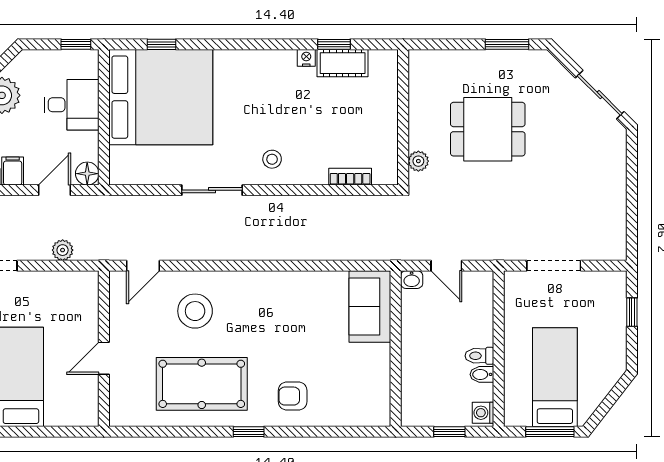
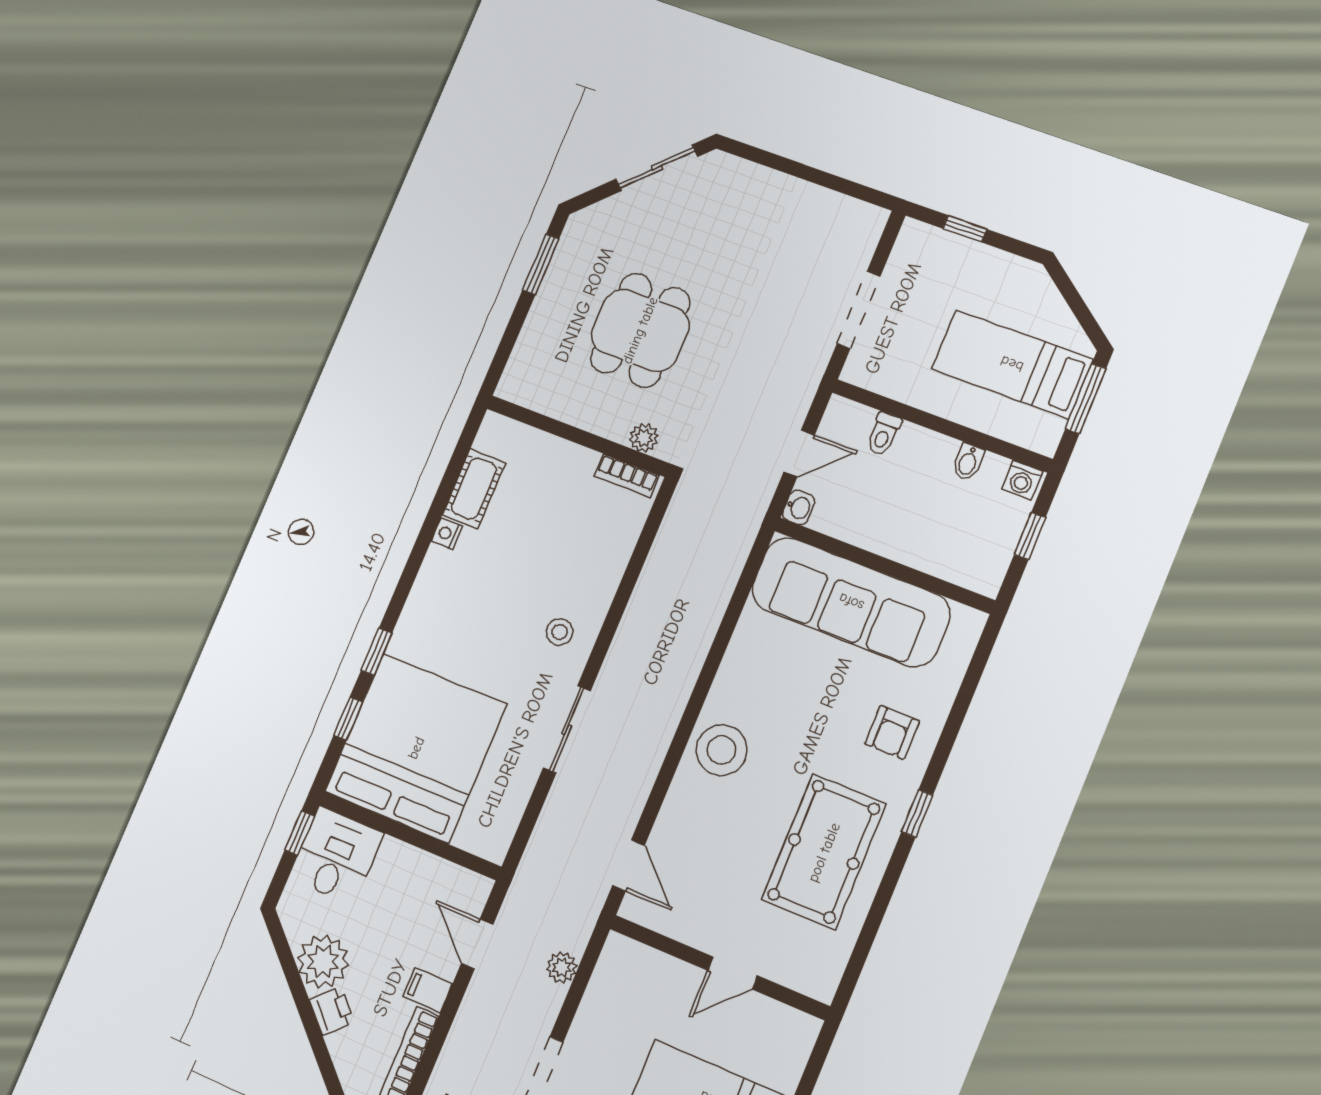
window: (334, 44) -> (377, 652), moved
desk: (71, 105) -> (336, 856), moved
floor lamp: (87, 174) -> (474, 890), removed
bookcase: (350, 177) -> (627, 476), moved, turned -90
sofa: (370, 306) -> (851, 602), width x1.85, depth x1.27
stool: (195, 311) -> (722, 750), moved
toilet: (479, 356) -> (884, 434), moved
door: (104, 358) -> (732, 973), hinge flipped

